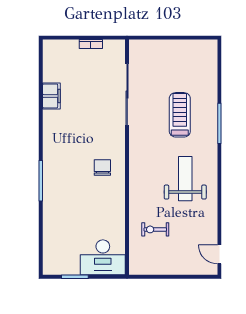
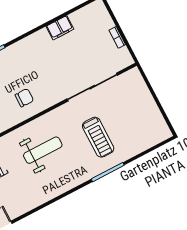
treadmill: (180, 115) -> (98, 137), turned 90
weight bench: (185, 179) -> (43, 150), moved

